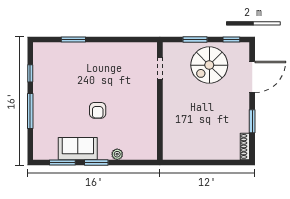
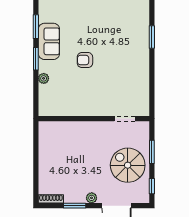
plant: (244, 103) -> (92, 198), added

